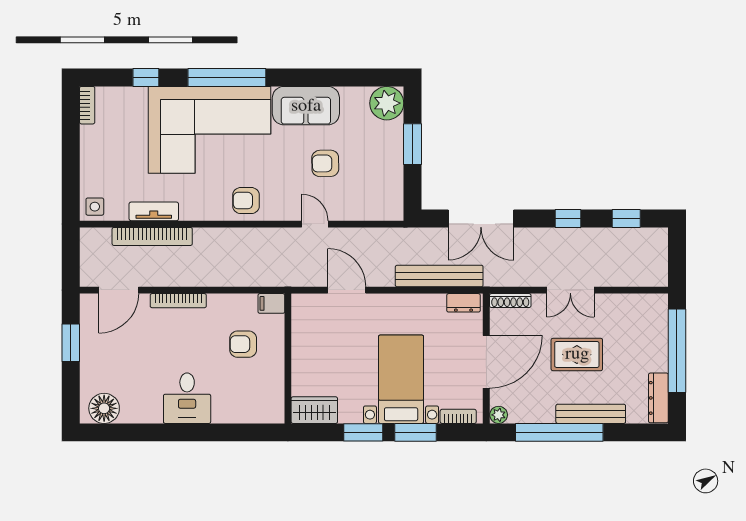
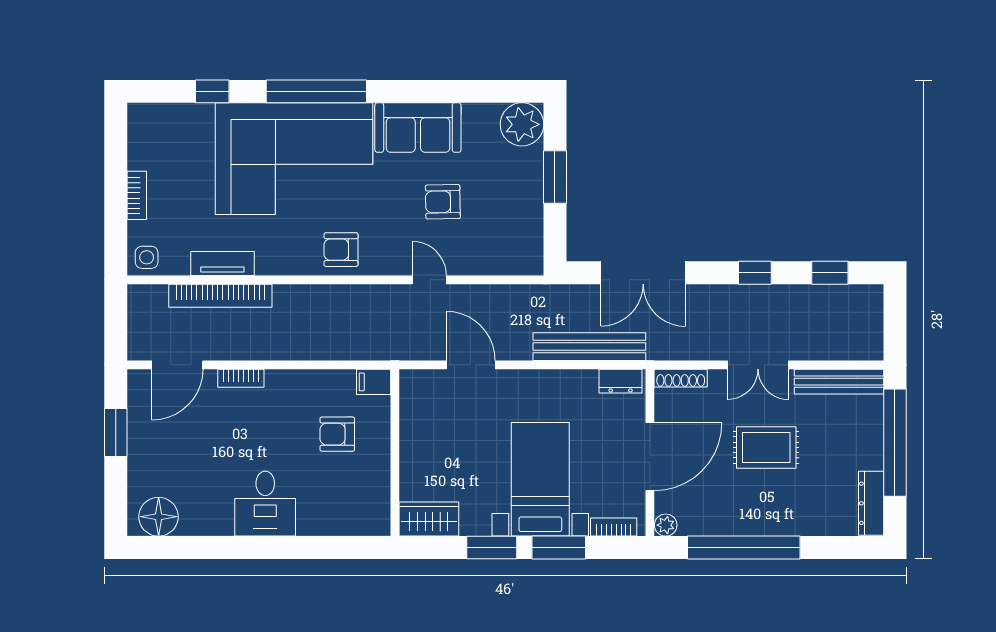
bookcase: (87, 105) -> (137, 195), moved
bookcase: (178, 301) -> (241, 378), width x0.64
bench: (591, 414) -> (839, 382), moved

